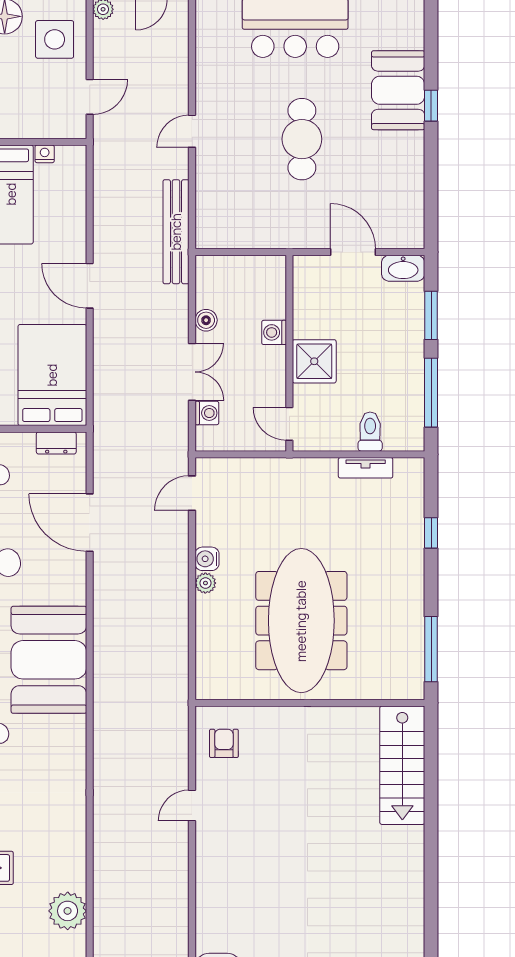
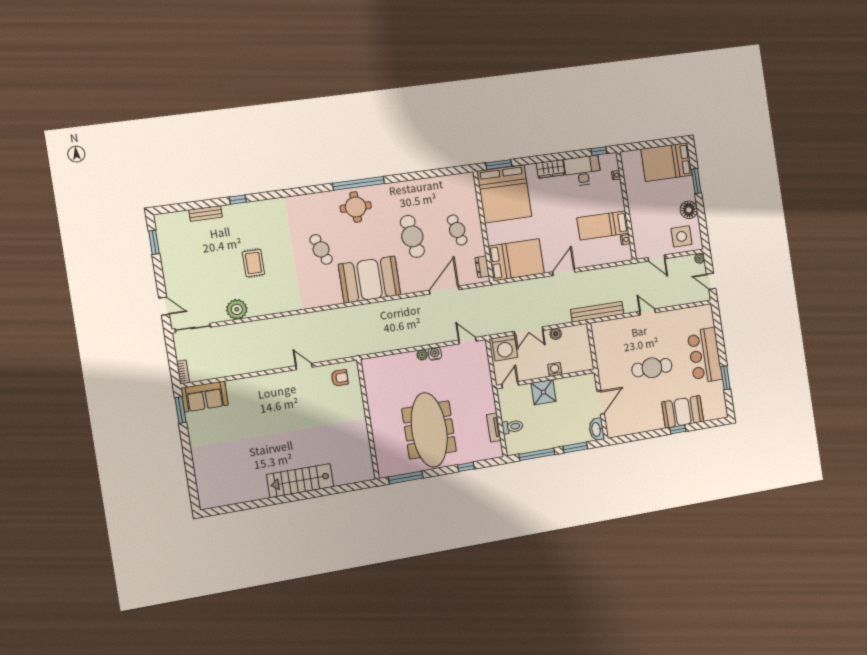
washing machine: (207, 413) -> (505, 348), width x1.89, depth x1.89
meeting table: (301, 621) -> (429, 430), moved, turned 90
stairs: (402, 765) -> (300, 481), moved

